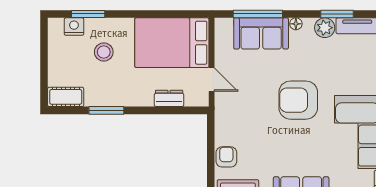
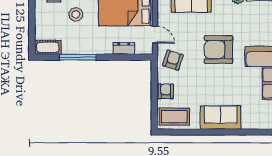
window: (106, 110) -> (78, 57), width x1.44
armchair: (236, 114) -> (173, 60), added

